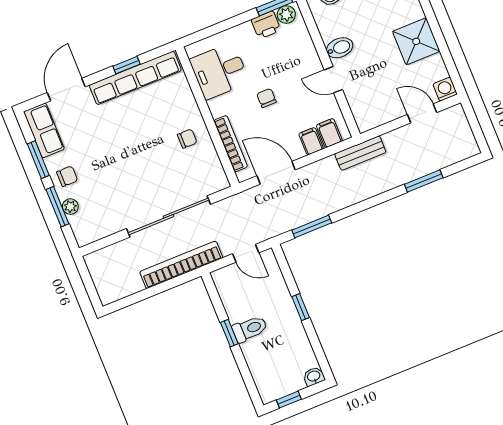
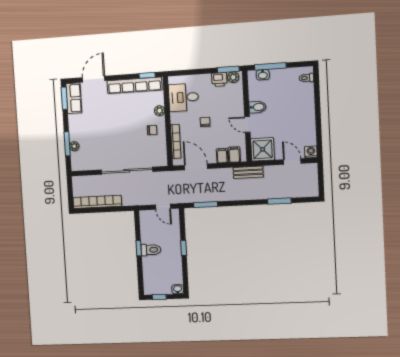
shower: (416, 41) -> (263, 149), moved
window: (126, 65) -> (147, 75), moved
plant: (189, 104) -> (160, 111), added
window: (38, 160) -> (64, 98), moved
chair: (67, 176) -> (78, 129), removed
bookcase: (181, 265) -> (97, 202), moved

